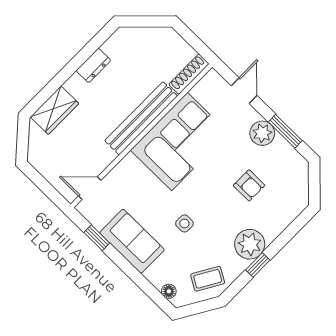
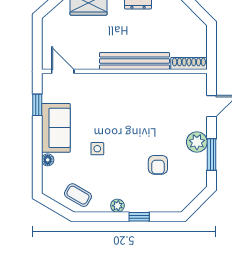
corner sofa: (180, 142) -> (143, 98), removed
plant: (250, 244) -> (117, 206), width x0.53, depth x0.53
window: (258, 265) -> (139, 217), moved
floor lamp: (169, 291) -> (48, 160), moved

